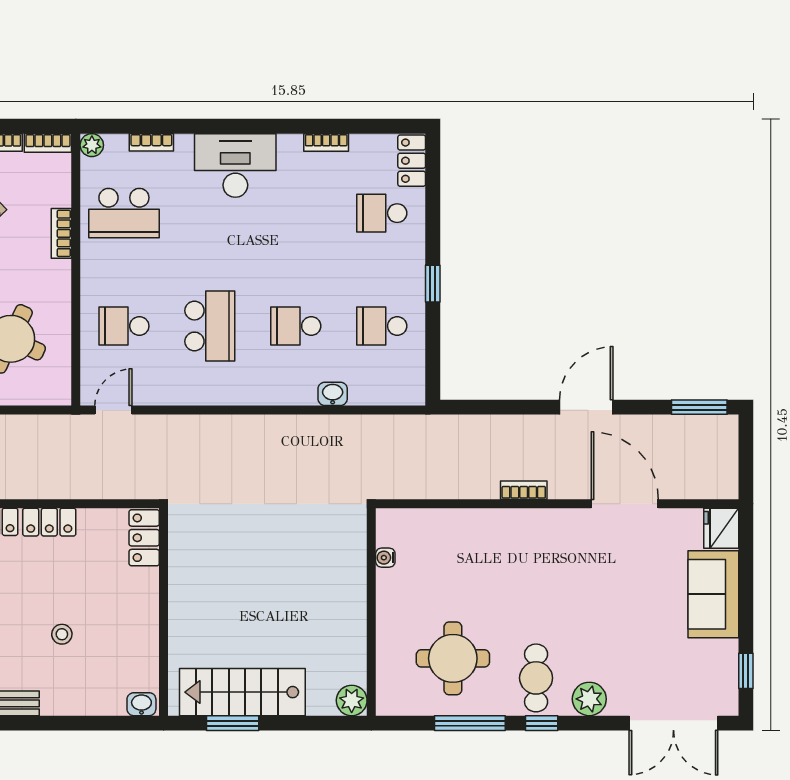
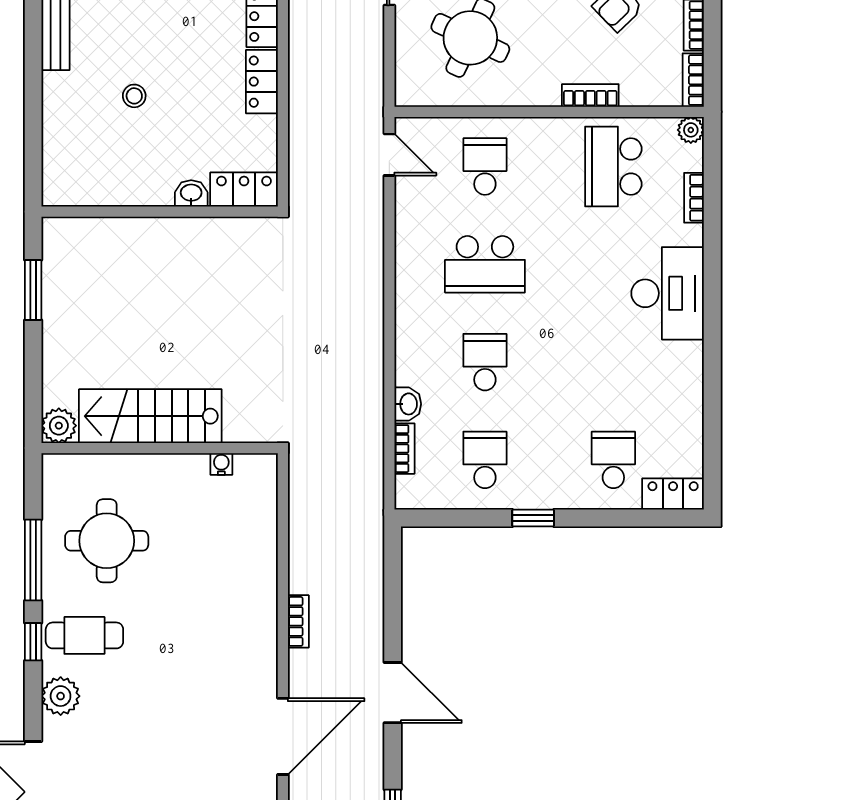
bookcase: (326, 142) -> (404, 449), moved, turned 180
stairs: (242, 692) -> (150, 416), moved, turned -90
washbasin: (141, 704) -> (191, 193), moved, turned -90

